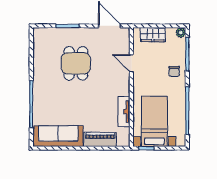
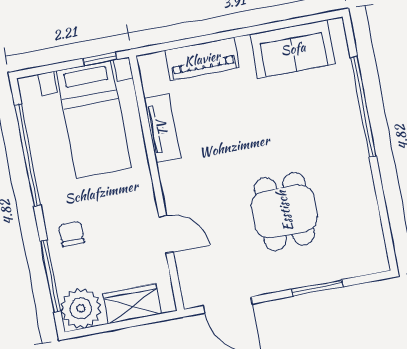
plant: (181, 33) -> (81, 308), width x1.88, depth x1.88
sofa: (58, 136) -> (293, 49), width x0.73

